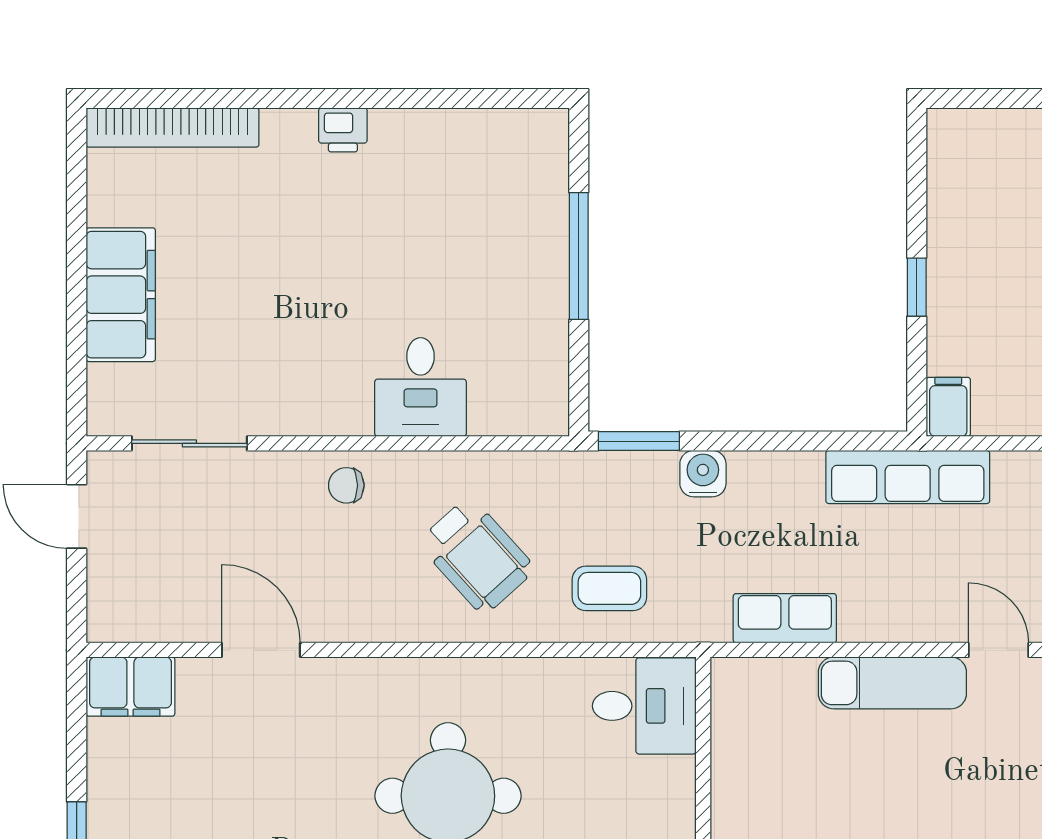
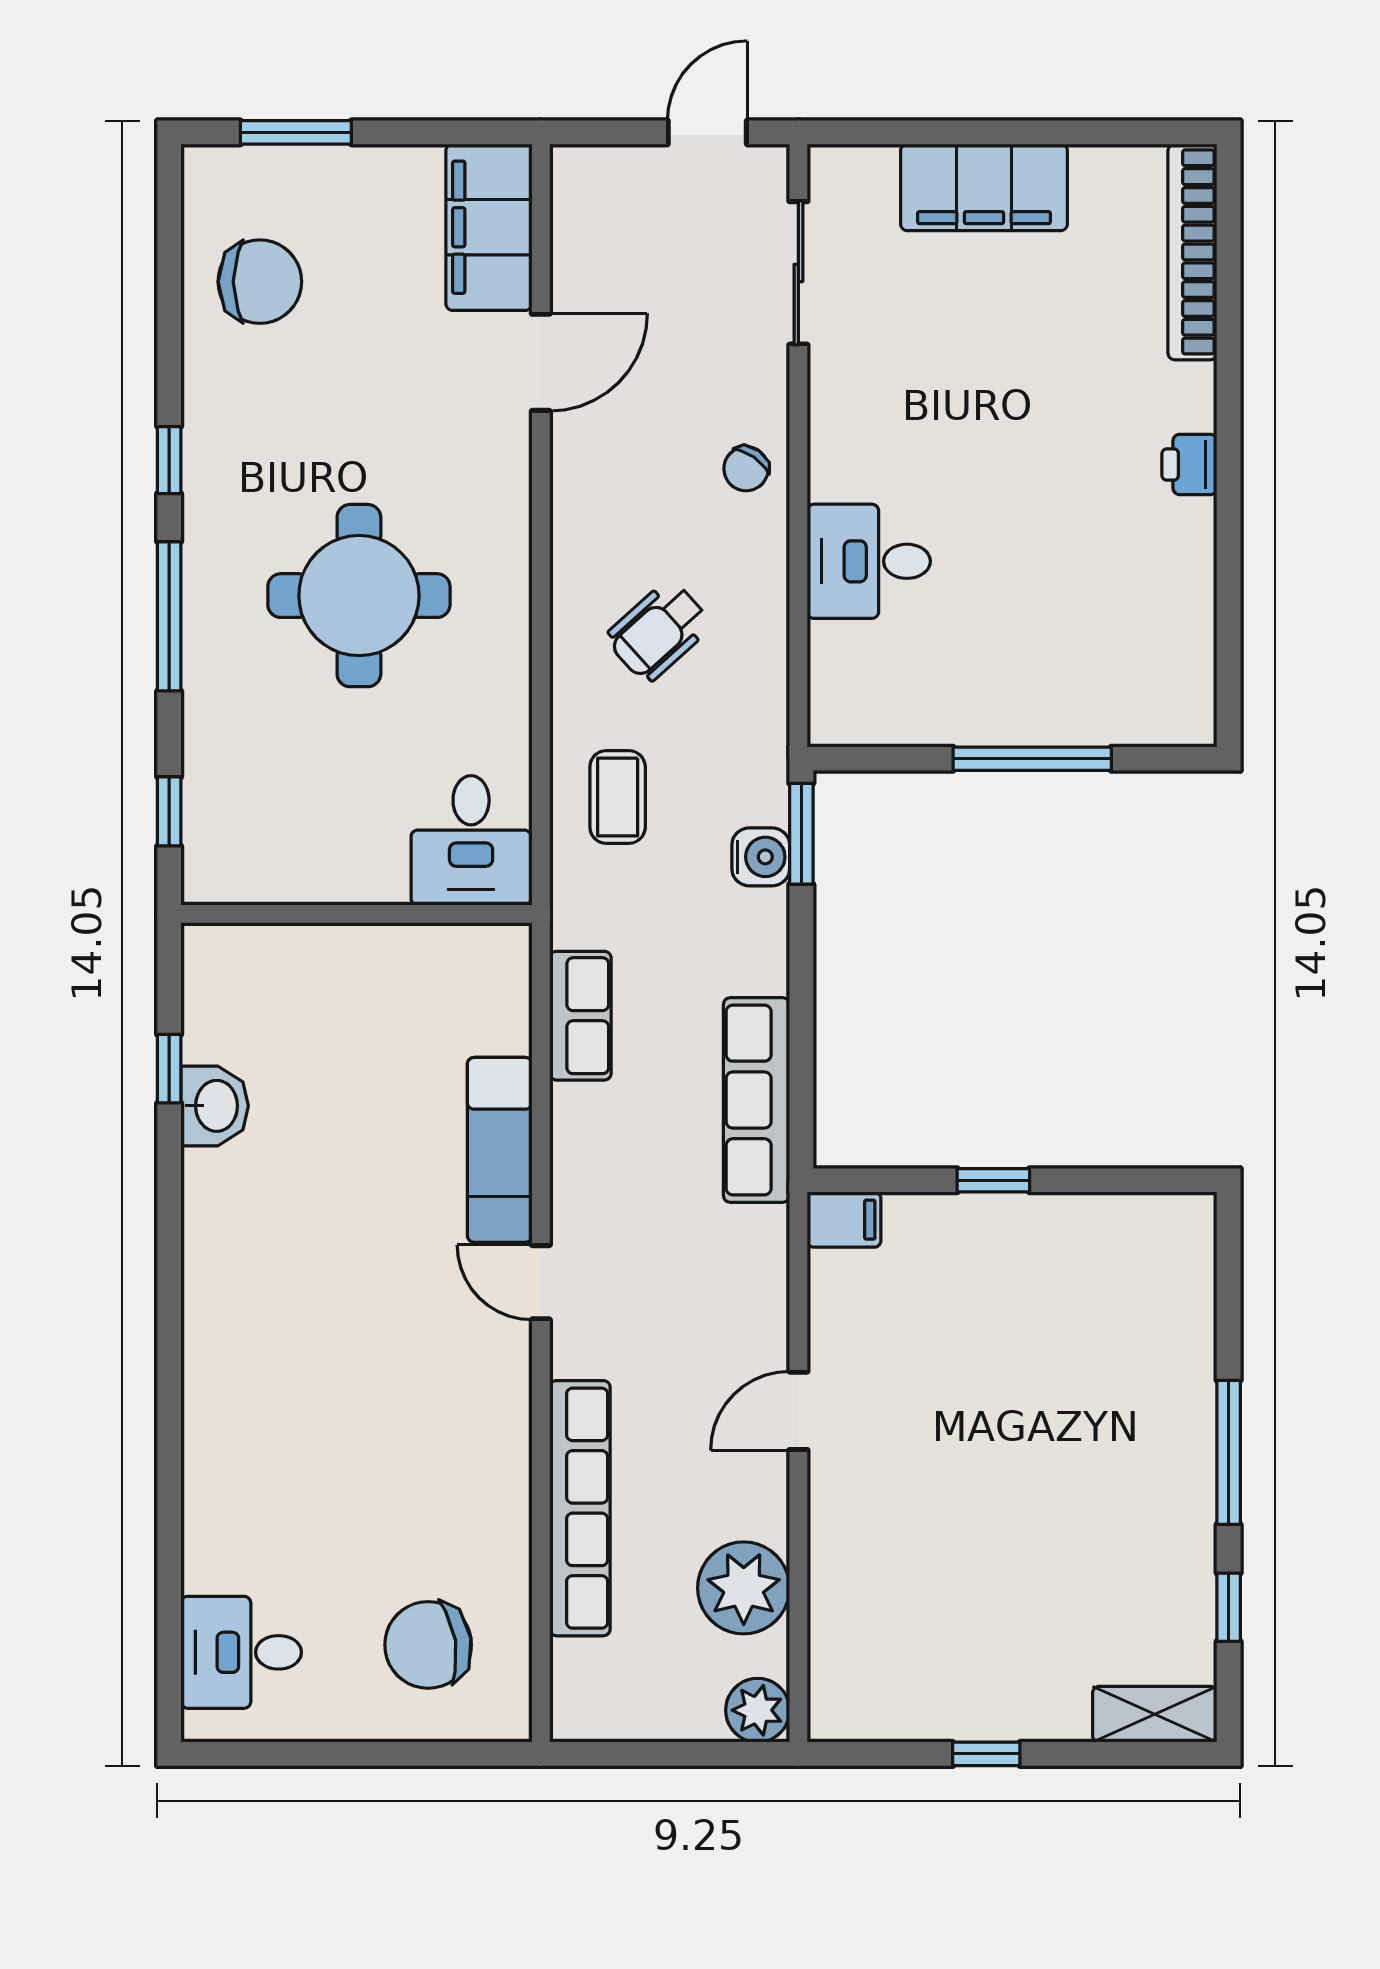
water cooler: (703, 474) -> (761, 857), moved
row of seats: (908, 477) -> (757, 1100), moved
chair: (346, 485) -> (746, 469), turned -145
wheelchair: (476, 556) -> (659, 631), width x0.73, depth x0.73
door: (999, 650) -> (541, 1282), swing flipped
filing cabinet: (130, 687) -> (489, 227), width x1.50, depth x1.17

